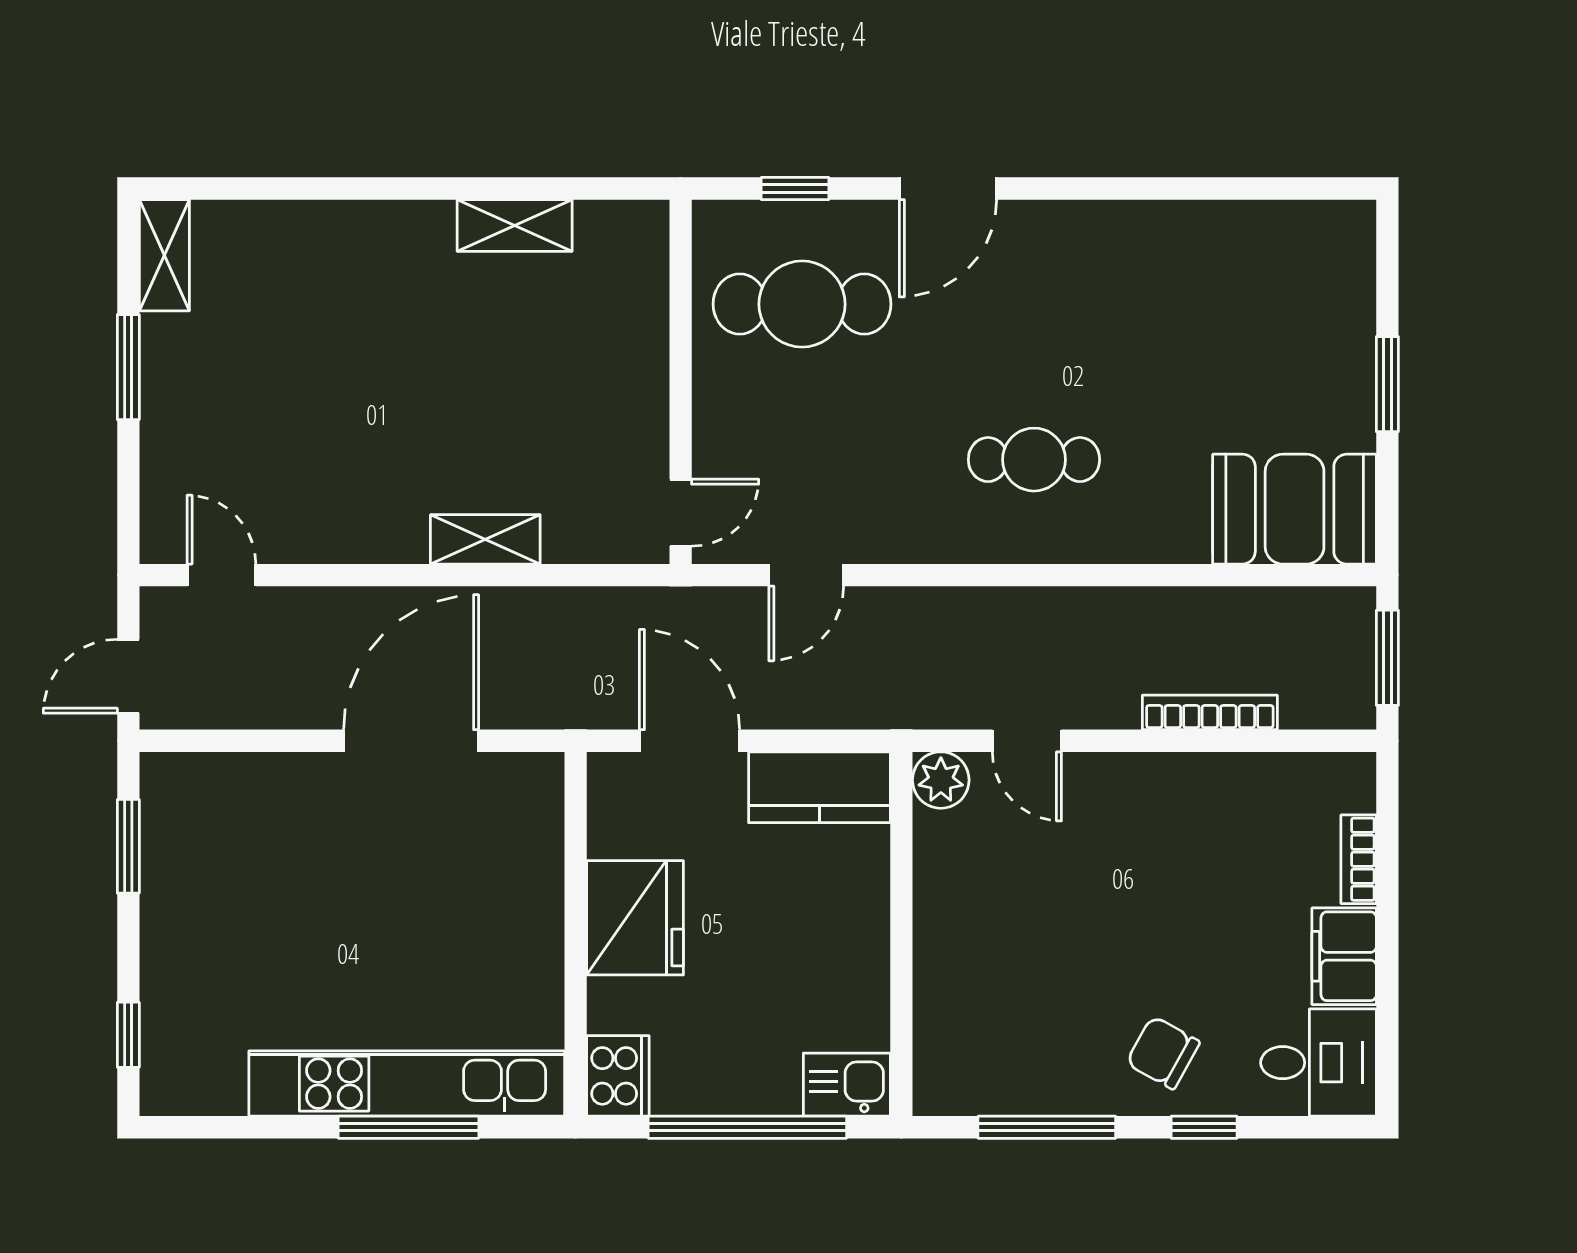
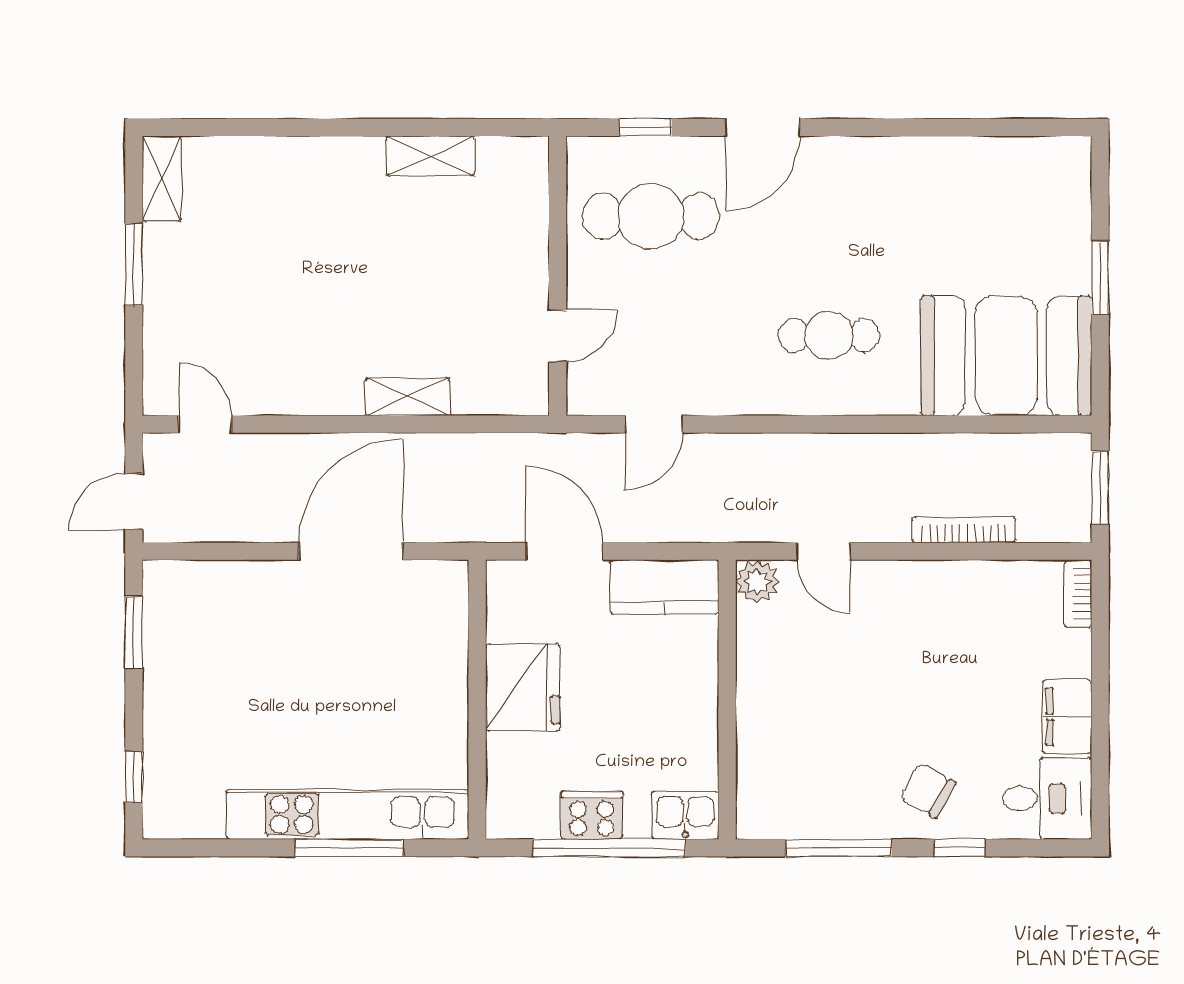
booth: (1295, 509) -> (1006, 356), width x1.36, depth x1.42
door: (681, 513) -> (558, 335), moved
bookcase: (1359, 859) -> (1078, 594), moved
cooker: (618, 1076) -> (592, 815), moved, turned -90

